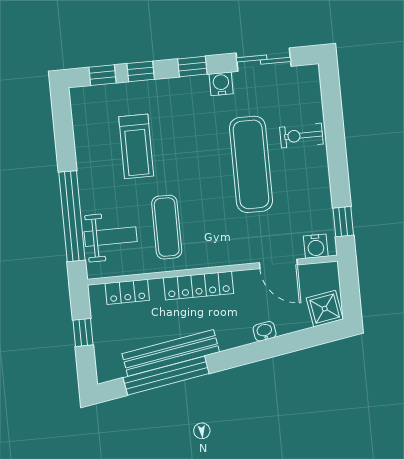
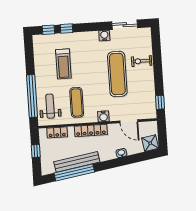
window: (192, 66) -> (91, 27), removed
weight bench: (111, 237) -> (50, 106), turned -90
water cooler: (316, 246) -> (103, 116), moved

